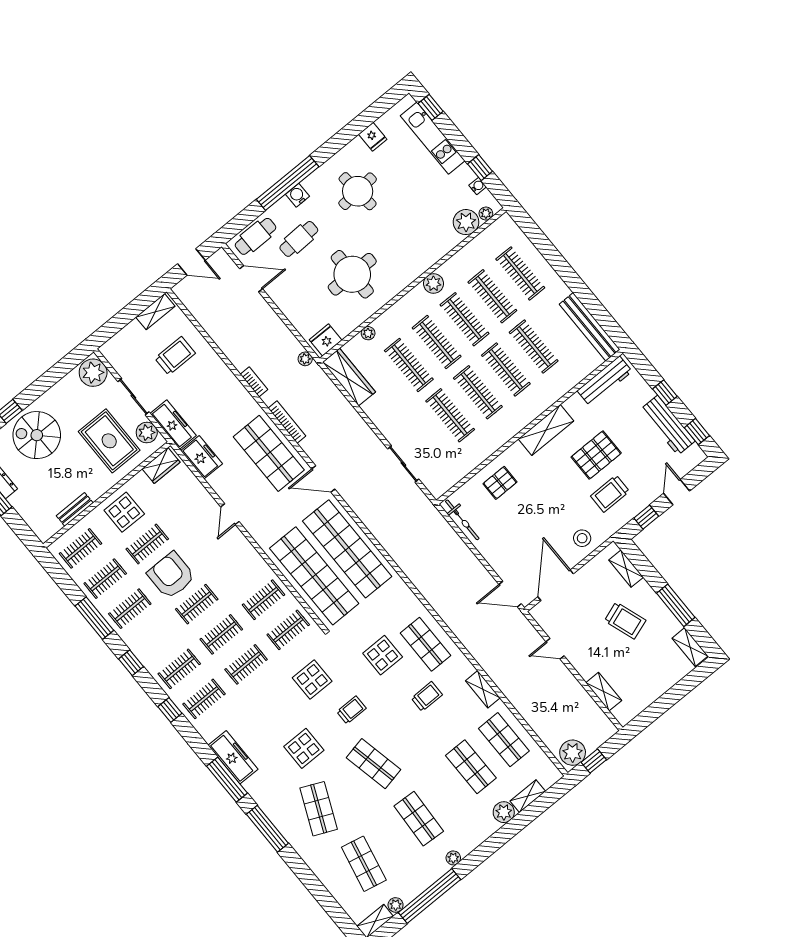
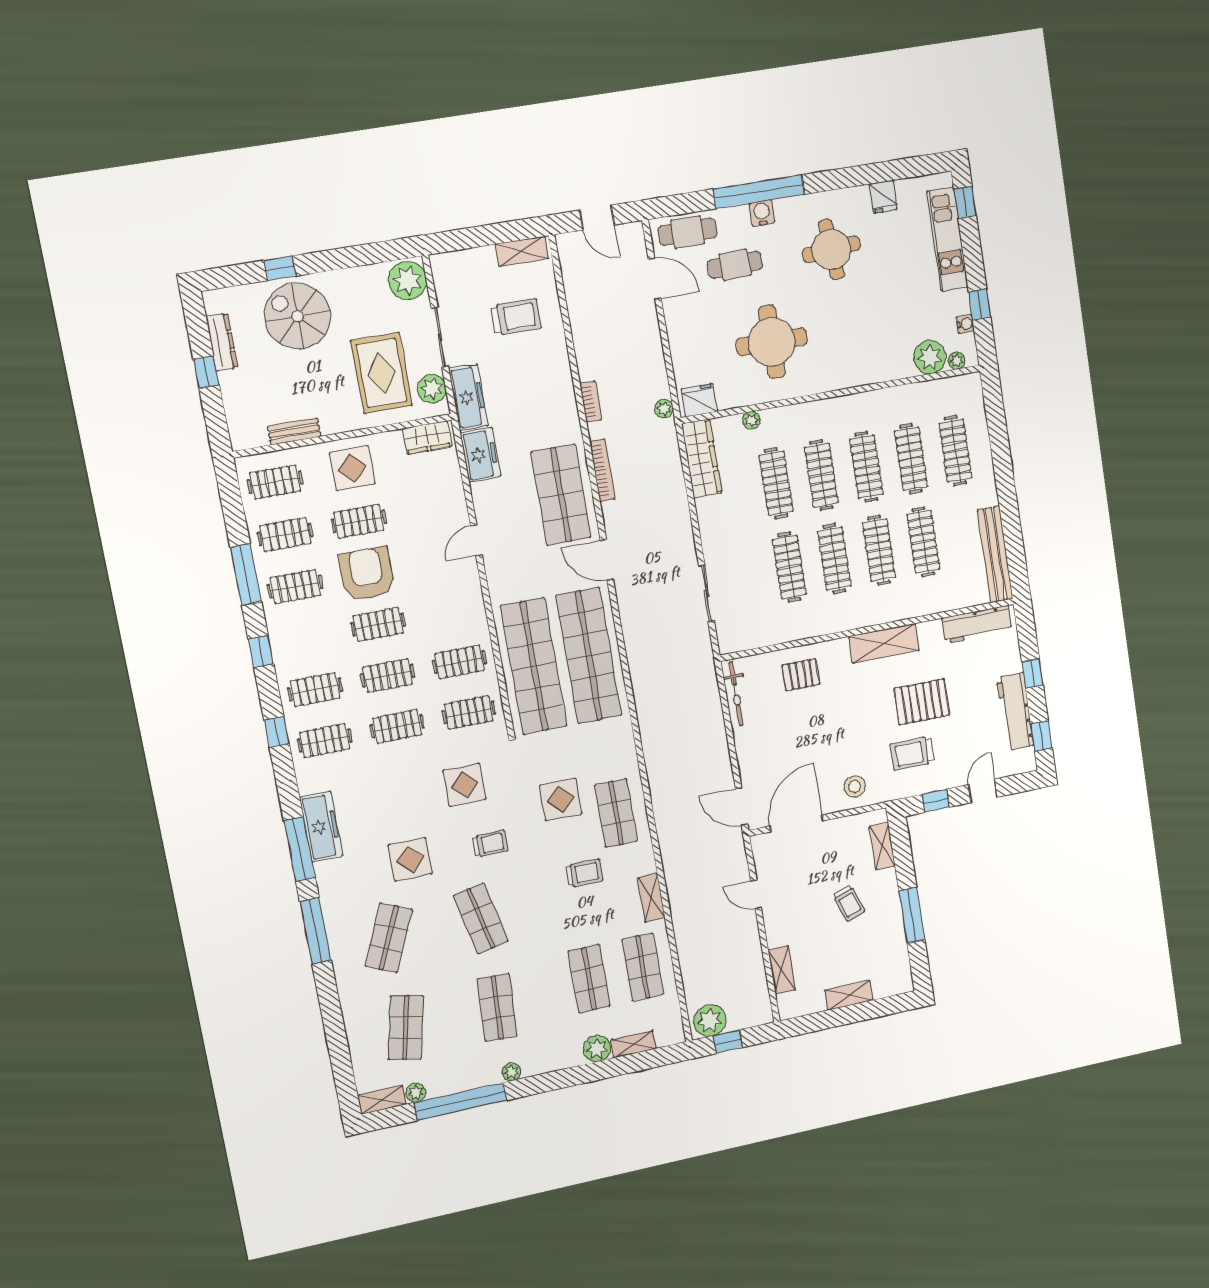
plant: (434, 283) -> (855, 406), removed
trolley: (625, 620) -> (849, 903), width x0.73, depth x0.72
shelving: (690, 647) -> (849, 995), moved, turned 90

